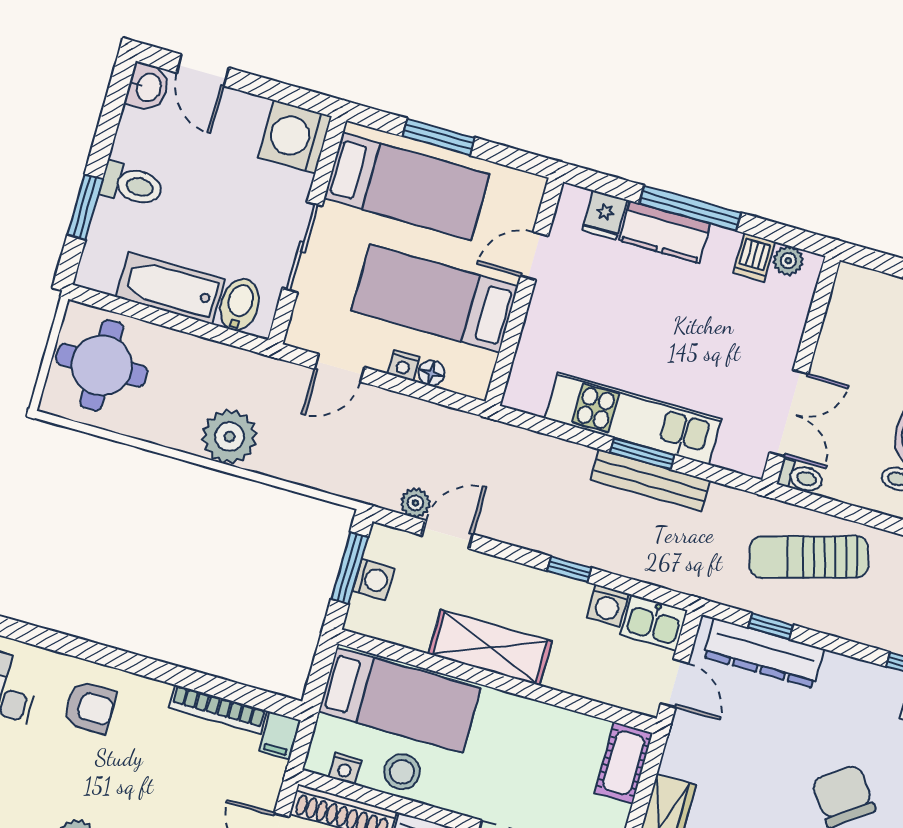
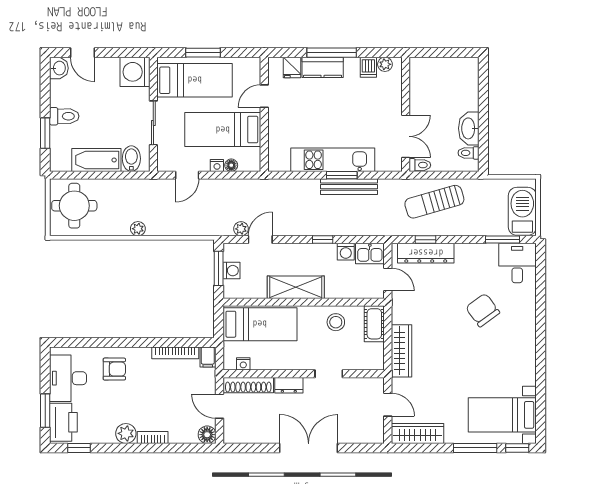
plant: (229, 437) -> (138, 229), width x0.53, depth x0.53
stool: (402, 772) -> (336, 322), moved

